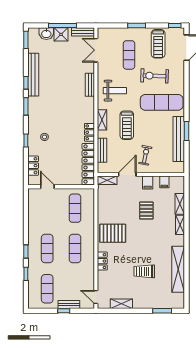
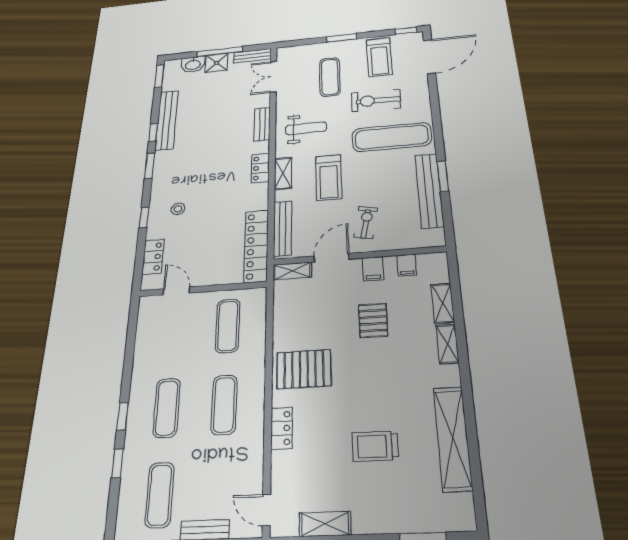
locker: (89, 132) -> (260, 168), moved
bench: (102, 150) -> (283, 228), width x1.36

